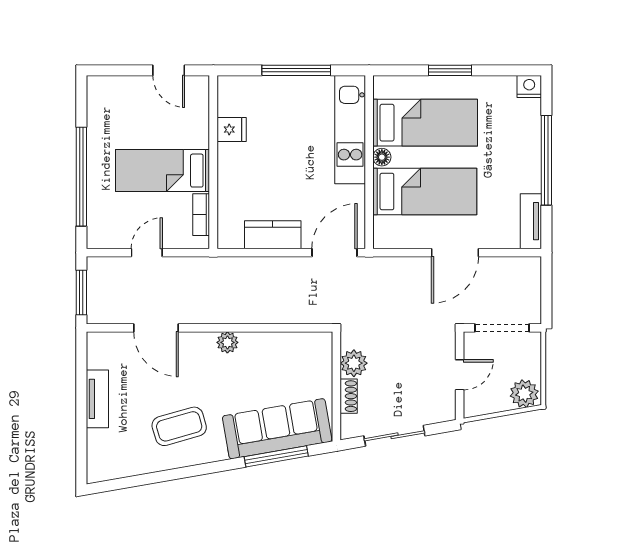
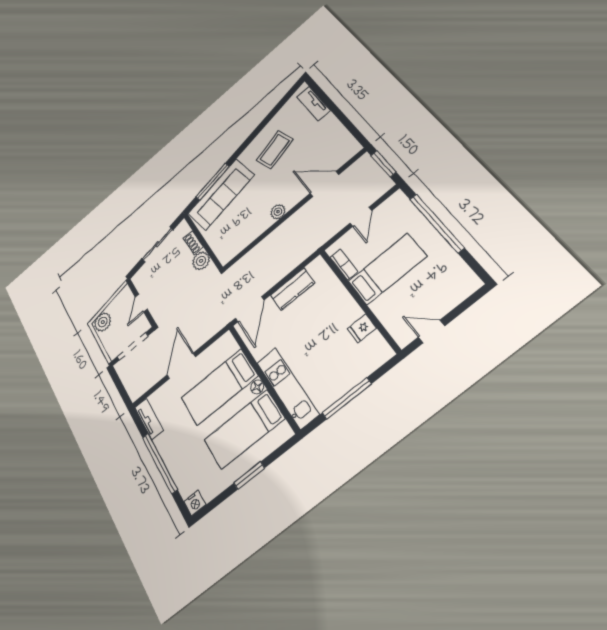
tv unit: (97, 399) -> (313, 104), moved

